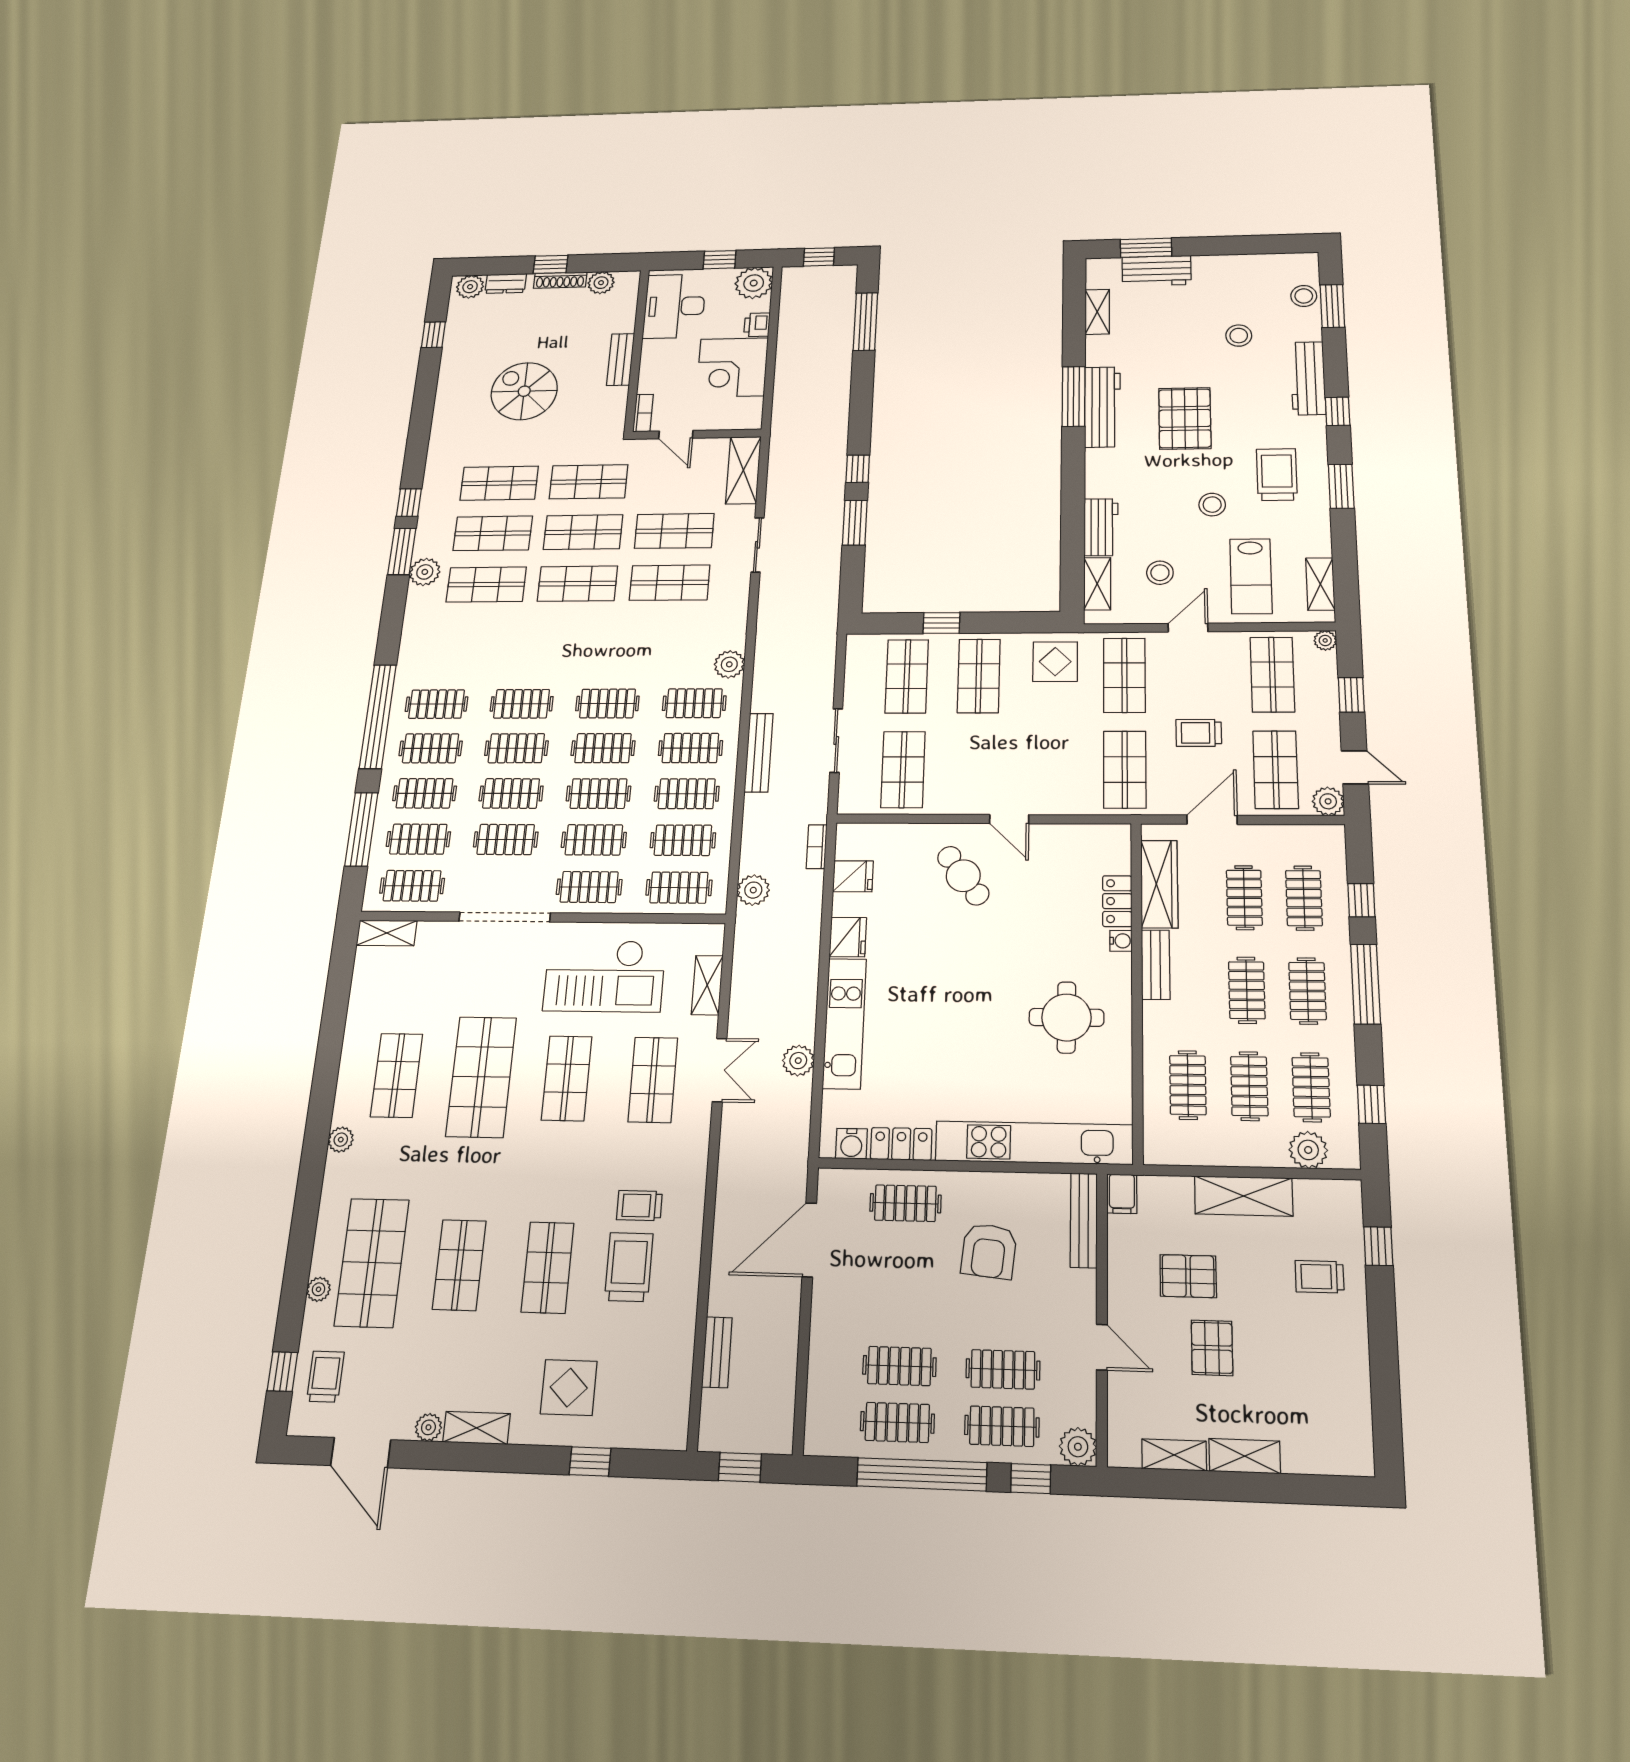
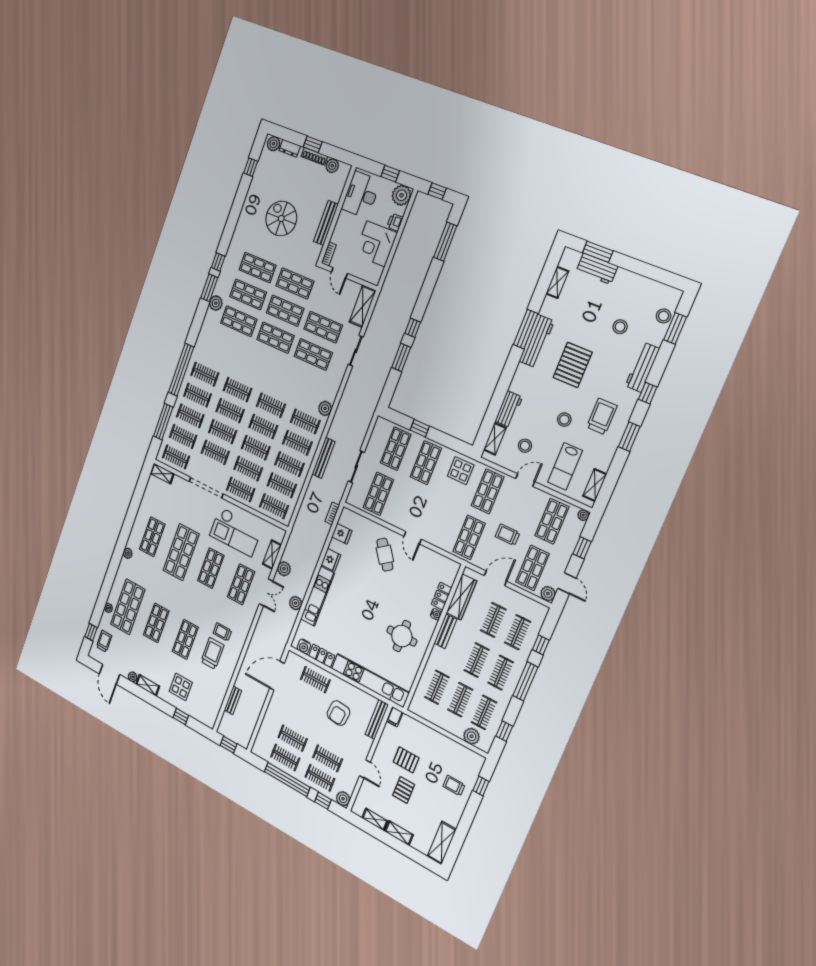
bench: (620, 359) -> (326, 223), width x1.36
plant: (753, 890) -> (284, 569), moved
shelving: (1244, 1196) -> (442, 843), moved, turned 90

